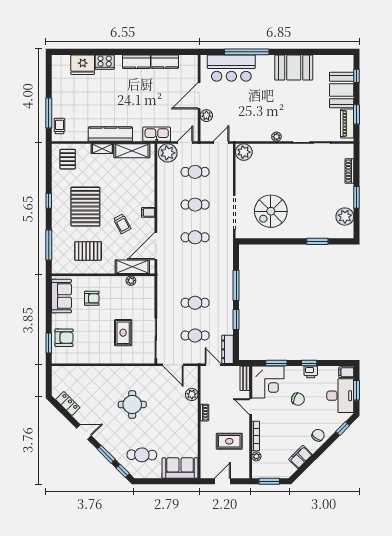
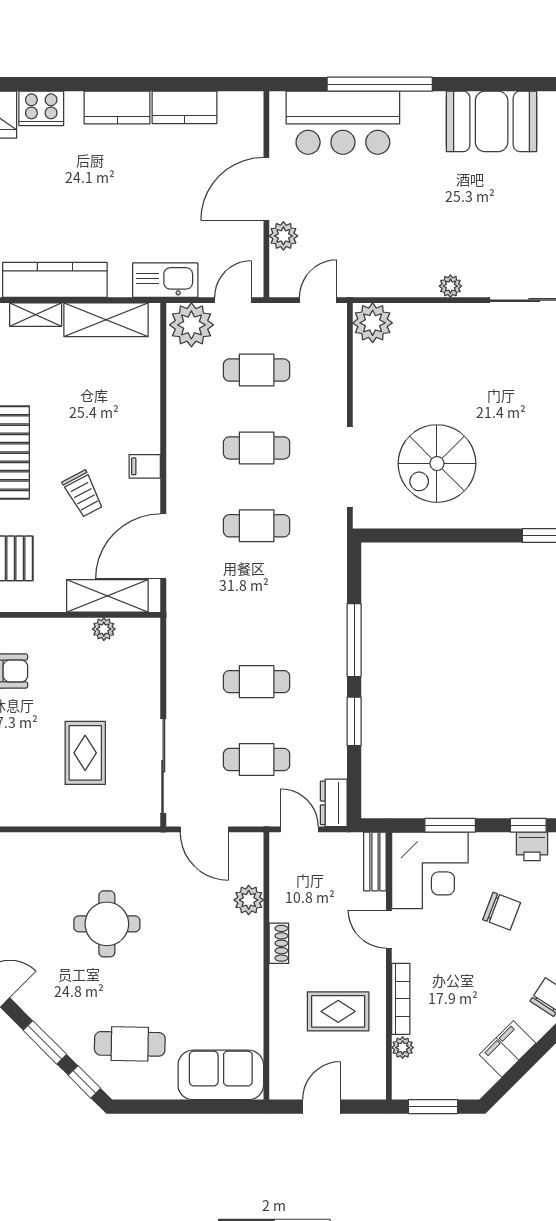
dresser: (227, 349) -> (334, 803), width x0.70

